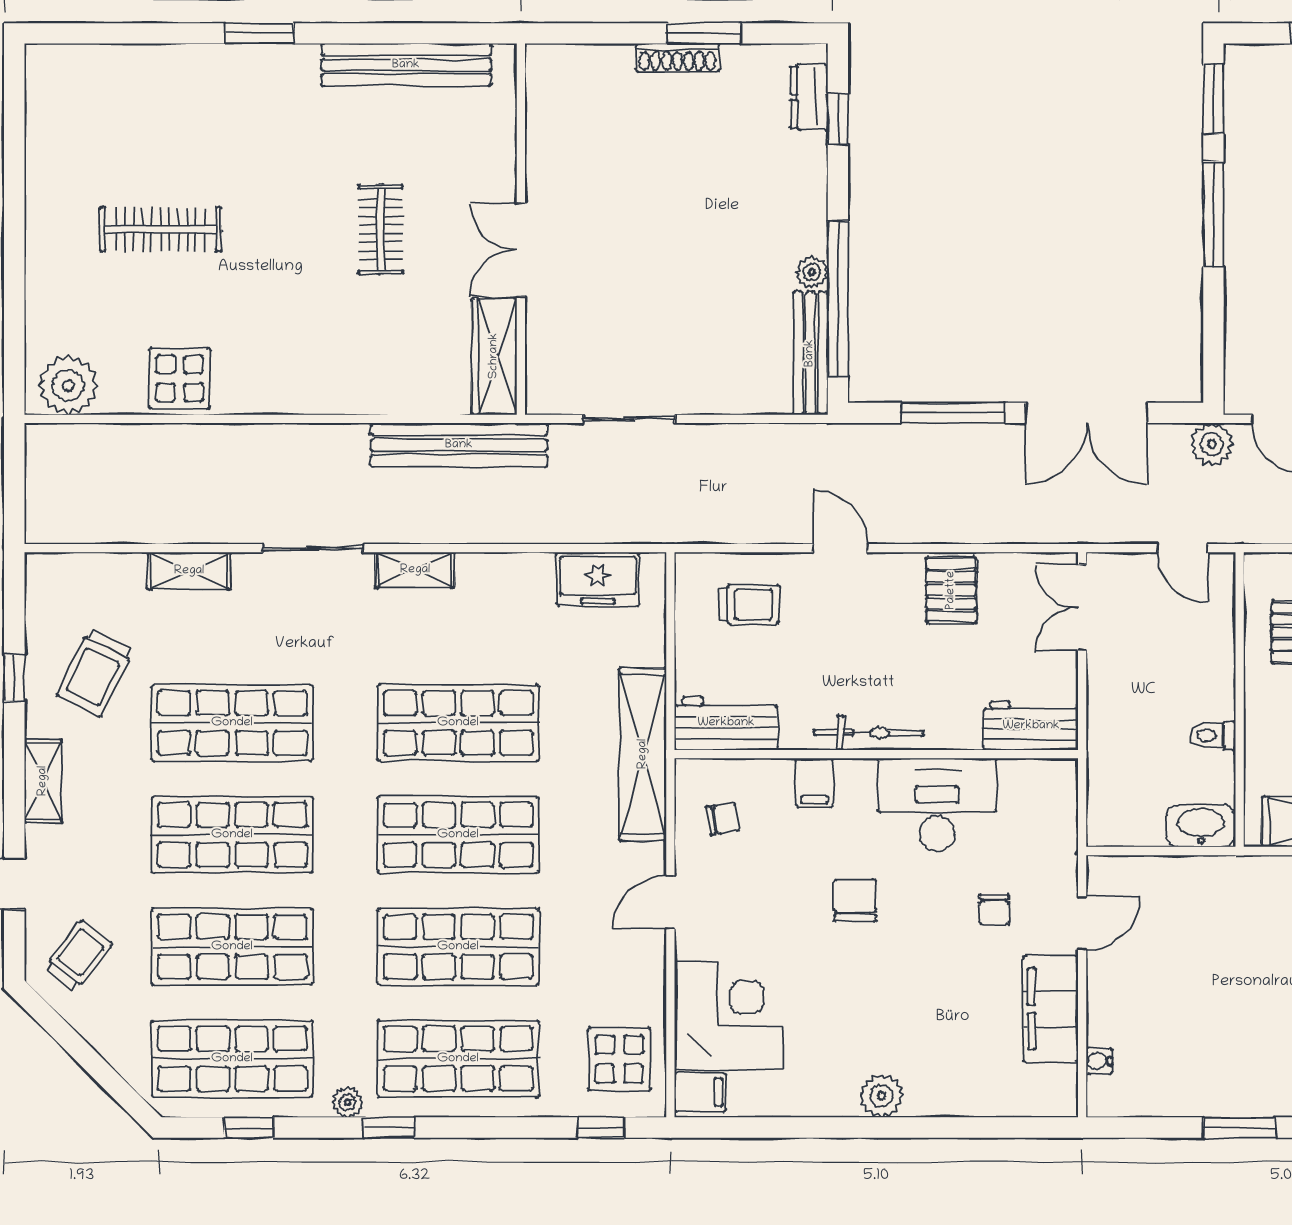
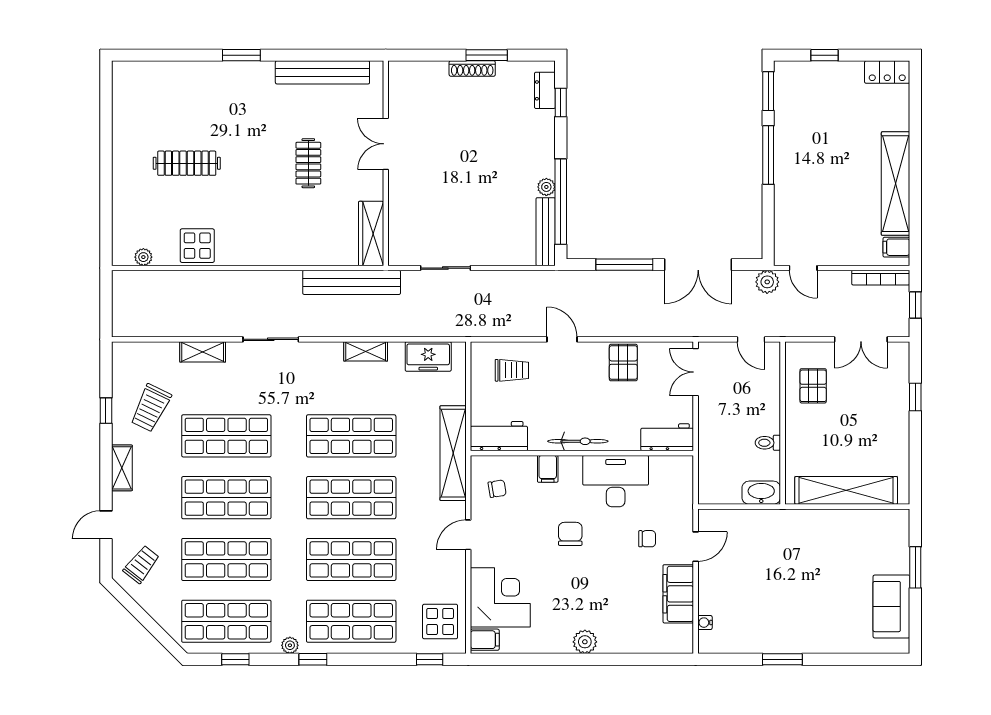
double door: (521, 250) -> (386, 144), moved
plant: (68, 385) -> (143, 257), width x0.53, depth x0.53
shelving: (415, 570) -> (366, 351), moved
chair: (994, 909) -> (647, 539), turned -90

